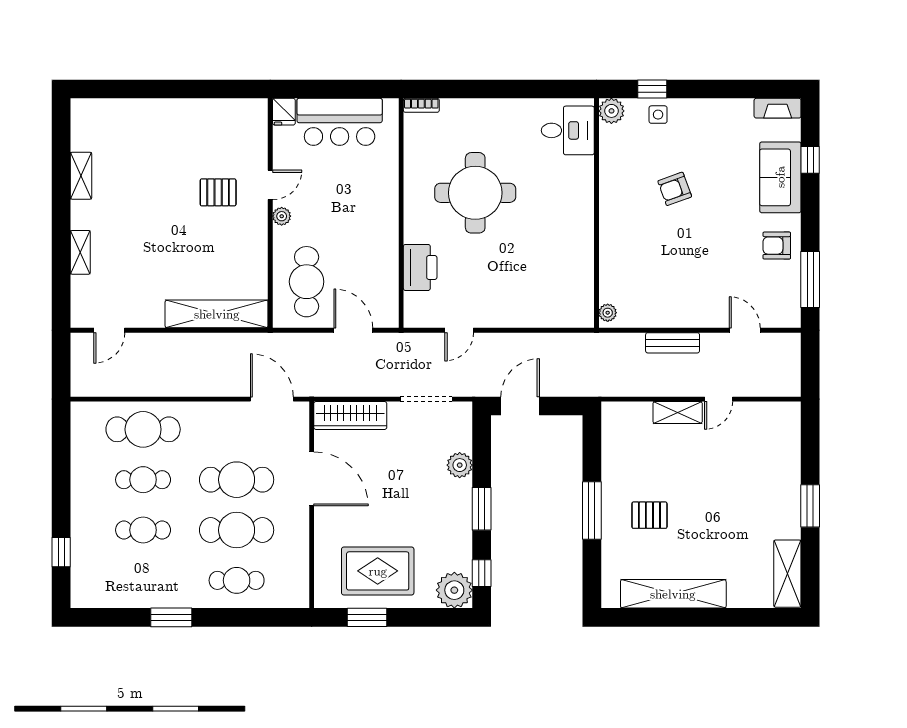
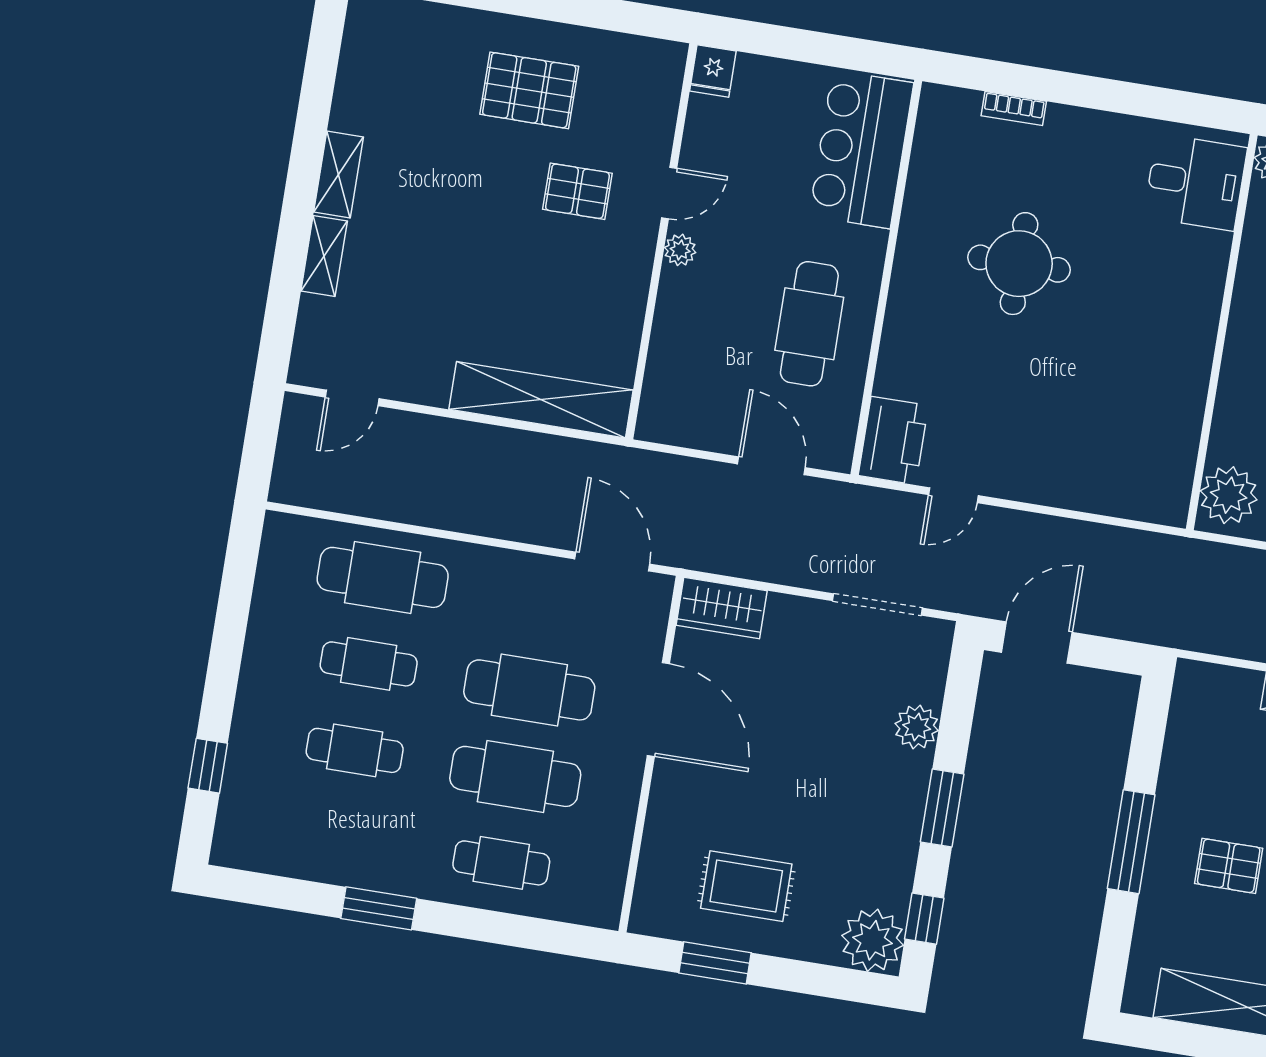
bookcase: (421, 105) -> (1014, 108), moved
bar counter: (340, 122) -> (861, 149), moved, turned 90
pallet: (181, 140) -> (529, 90), added
shelving: (81, 176) -> (339, 174), moved
round table: (475, 193) -> (1019, 264), width x0.73, depth x0.73
printer: (420, 267) -> (893, 441), moved
cafe table: (307, 282) -> (809, 324), moved
plant: (608, 313) -> (1229, 495), width x1.88, depth x1.88
wardrobe: (350, 416) -> (722, 608), width x0.67
rug: (378, 571) -> (746, 886), width x0.73, depth x0.70

